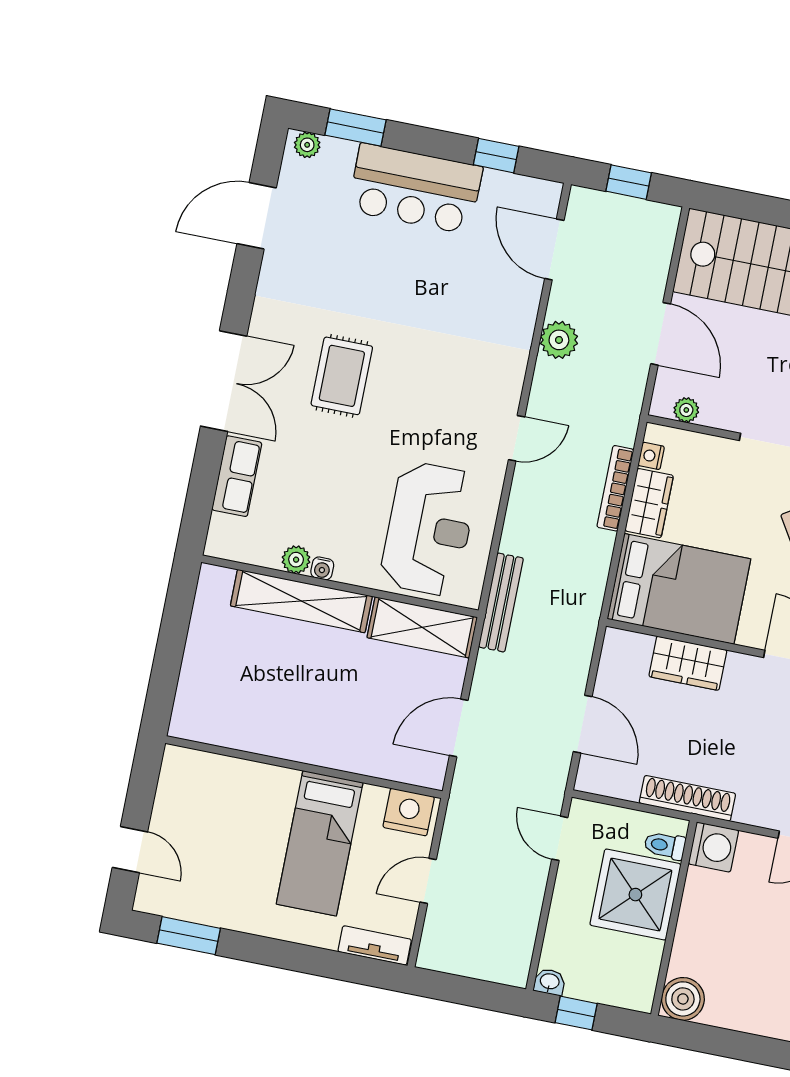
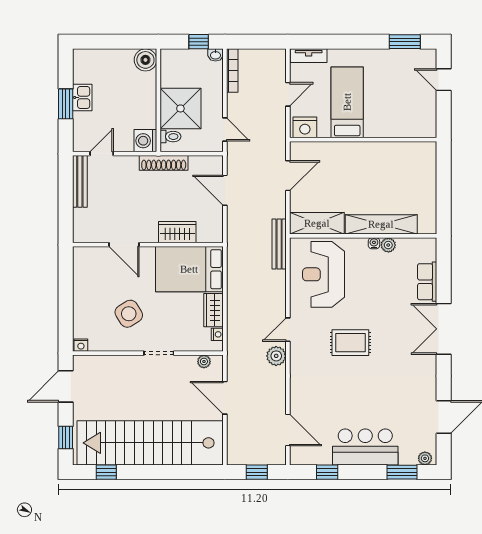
plant: (559, 340) -> (276, 356), moved
rug: (342, 376) -> (350, 343), moved, turned 90
bookcase: (615, 488) -> (232, 71), moved

